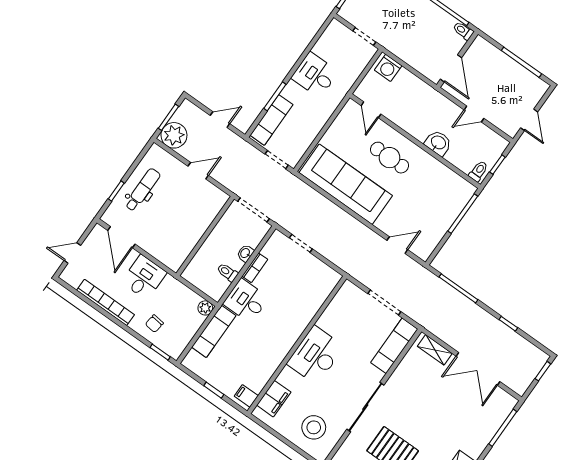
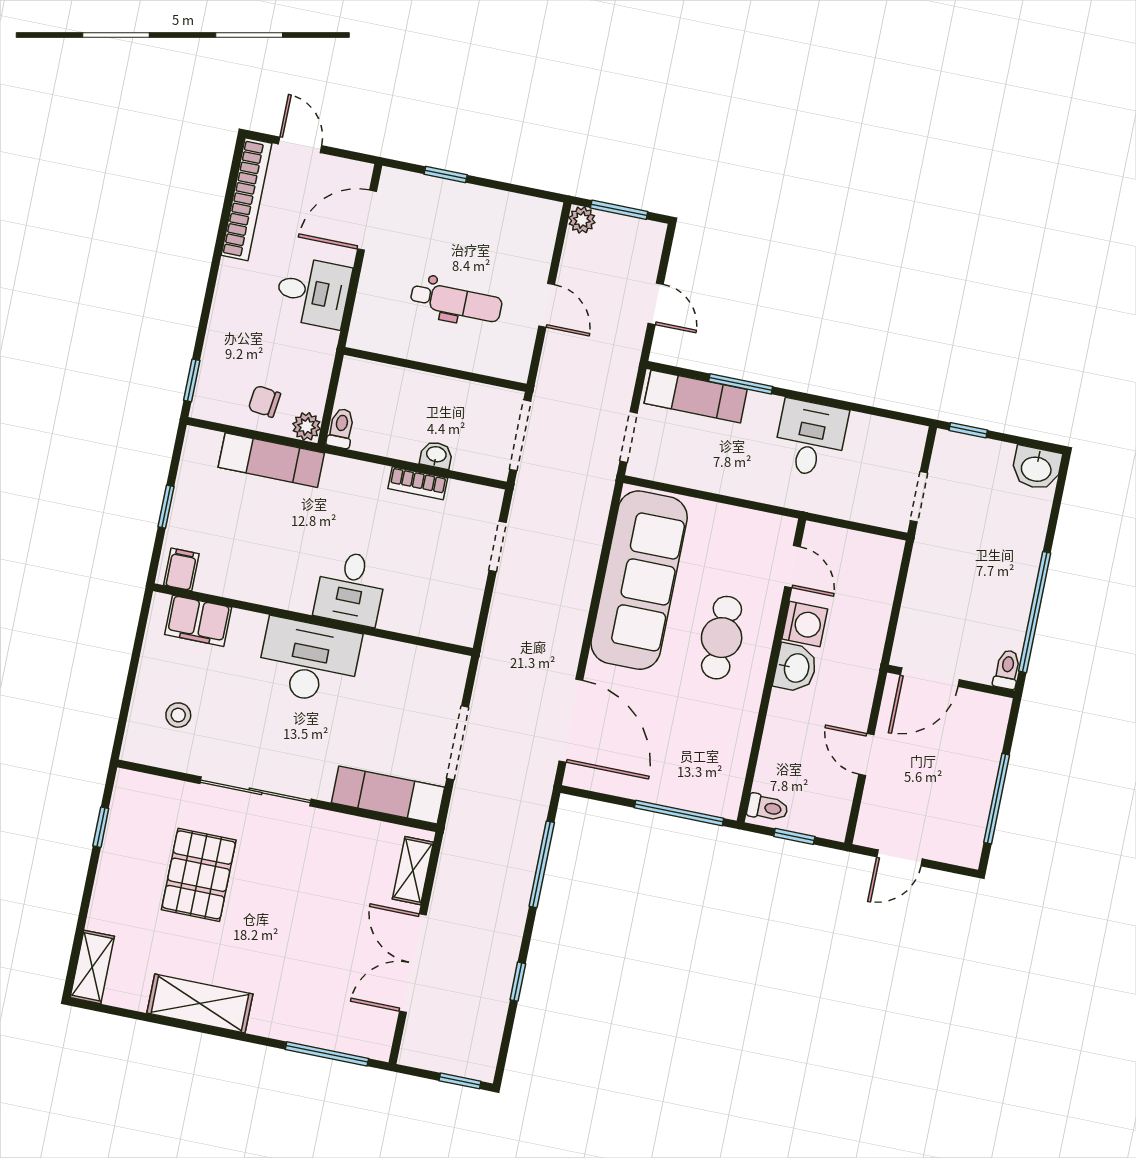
washing machine: (388, 68) -> (805, 624), moved, turned 180
door: (371, 110) -> (792, 567), swing flipped
plant: (174, 135) -> (582, 220), width x0.53, depth x0.53
washbasin: (438, 143) -> (795, 668), moved
dental chair: (143, 190) -> (456, 302), moved
door: (397, 245) -> (571, 721), width x1.87
toilet: (227, 272) -> (341, 428), moved
desk: (246, 301) -> (350, 588), moved, turned 180
bookcase: (105, 302) -> (247, 199), moved
chair: (154, 324) -> (264, 401), moved
stool: (314, 427) -> (178, 715), width x0.53, depth x0.53

